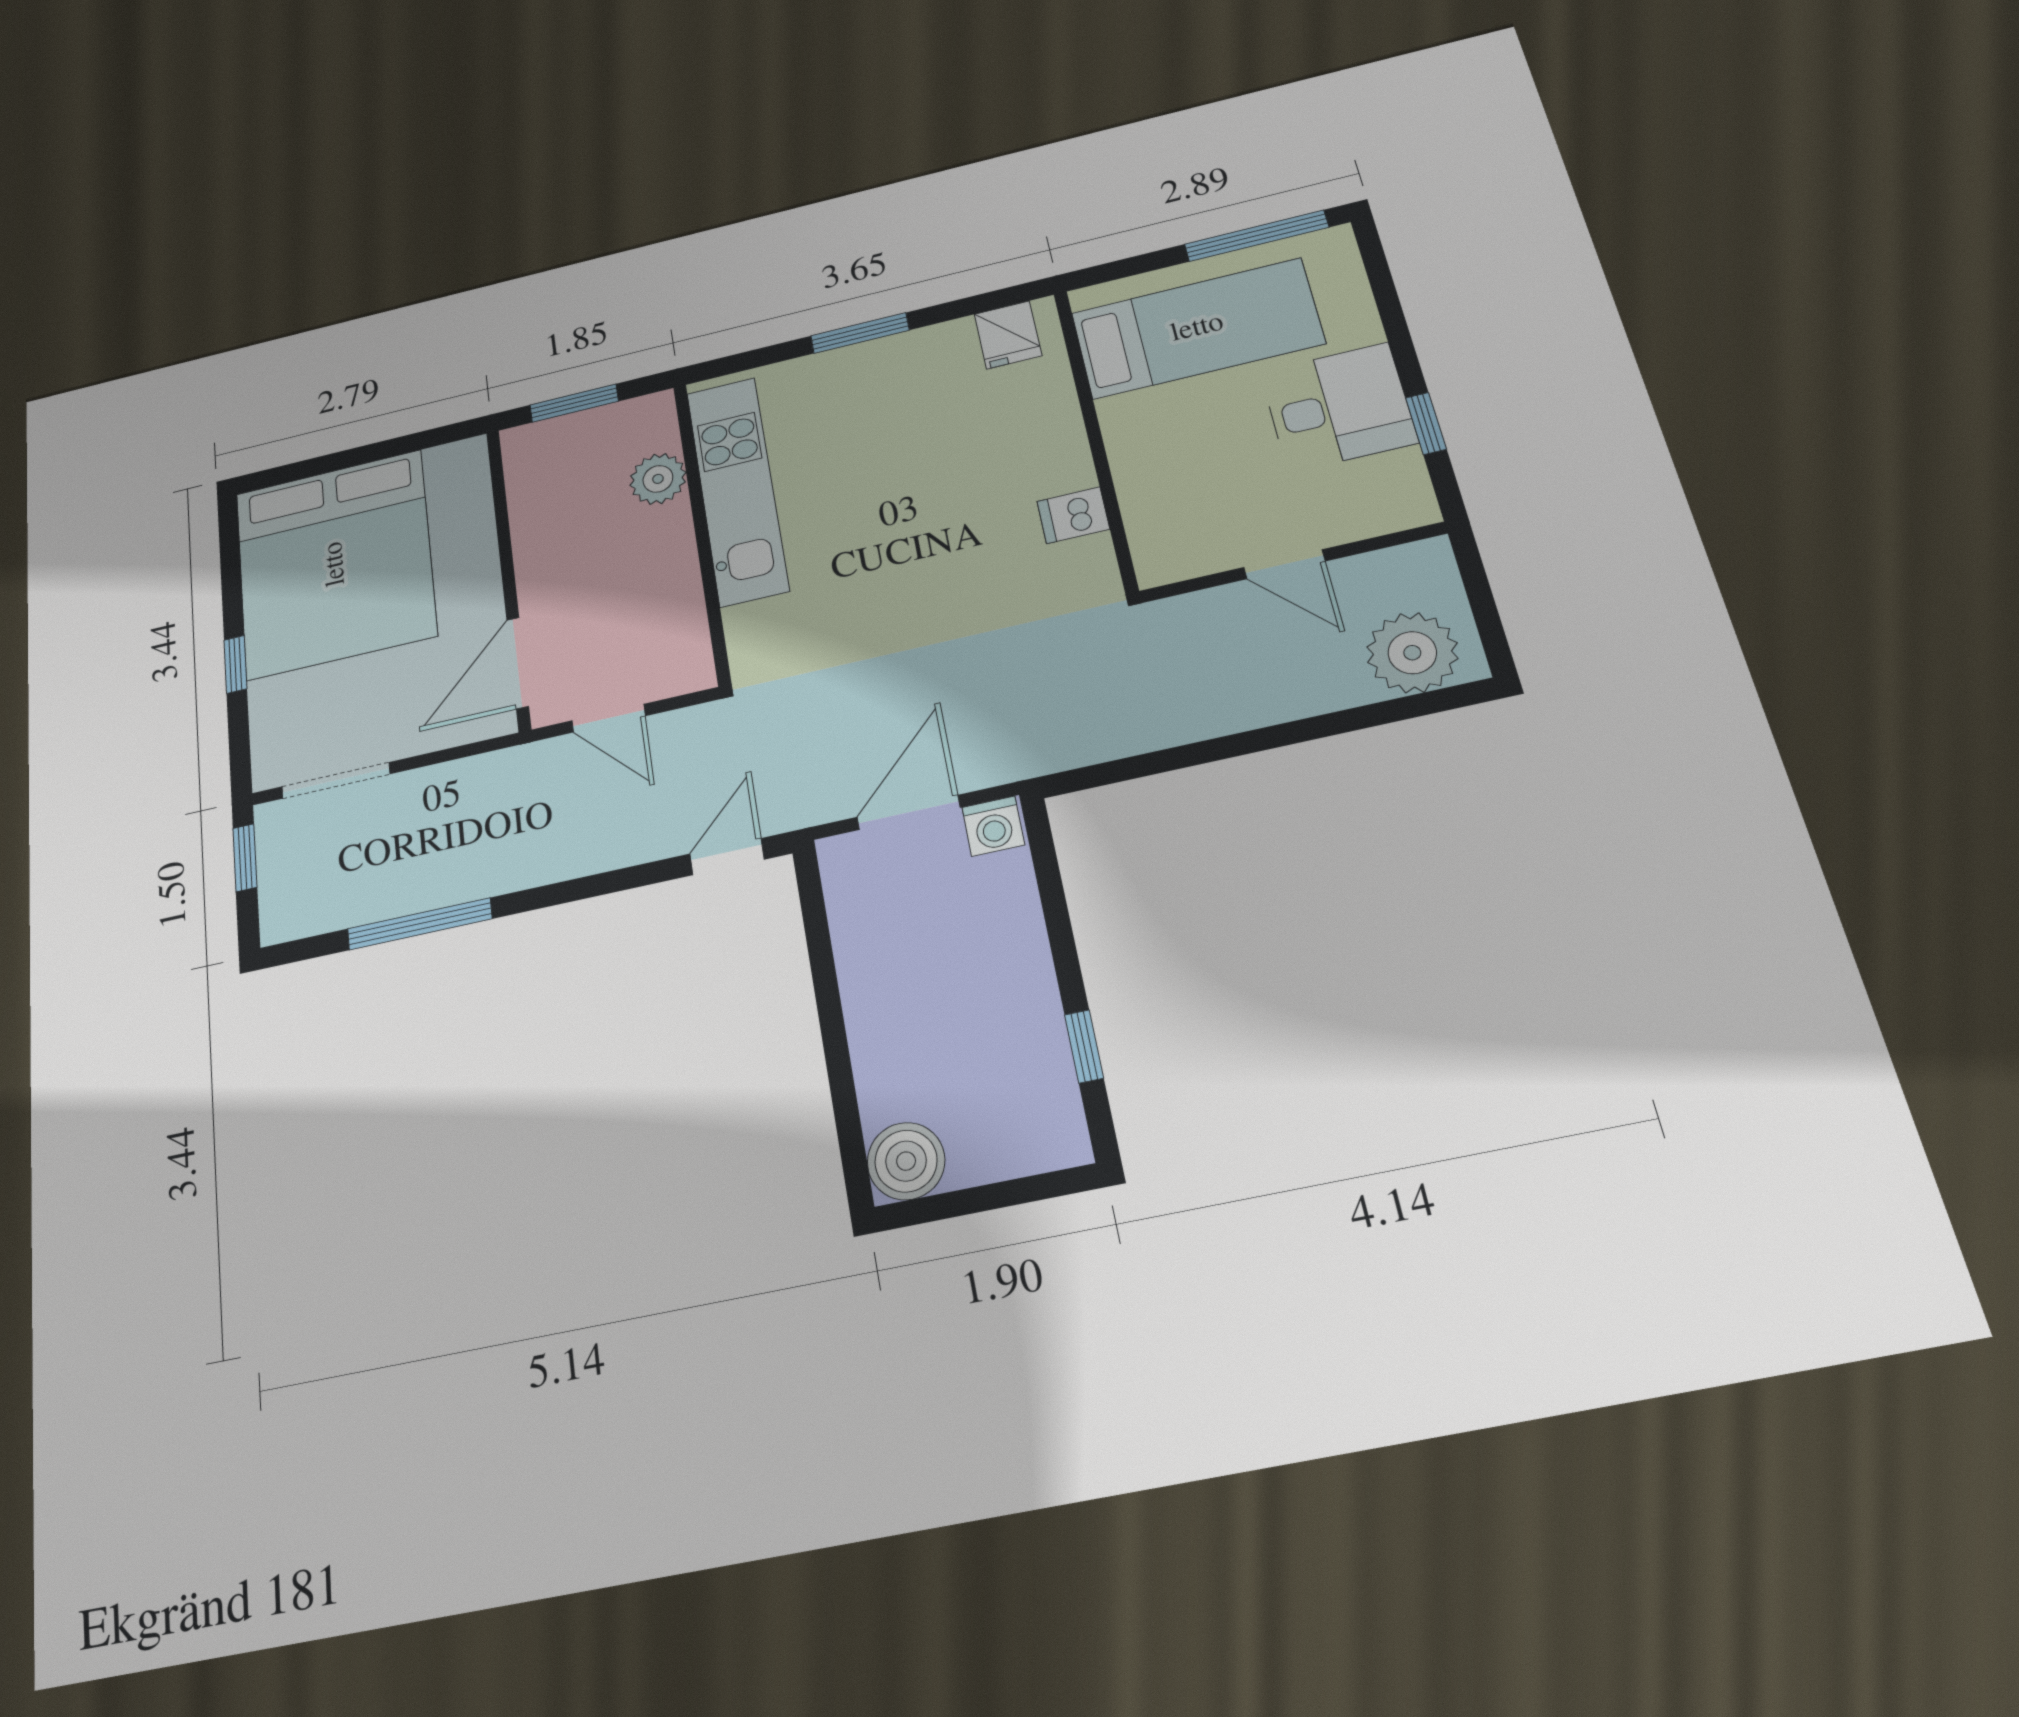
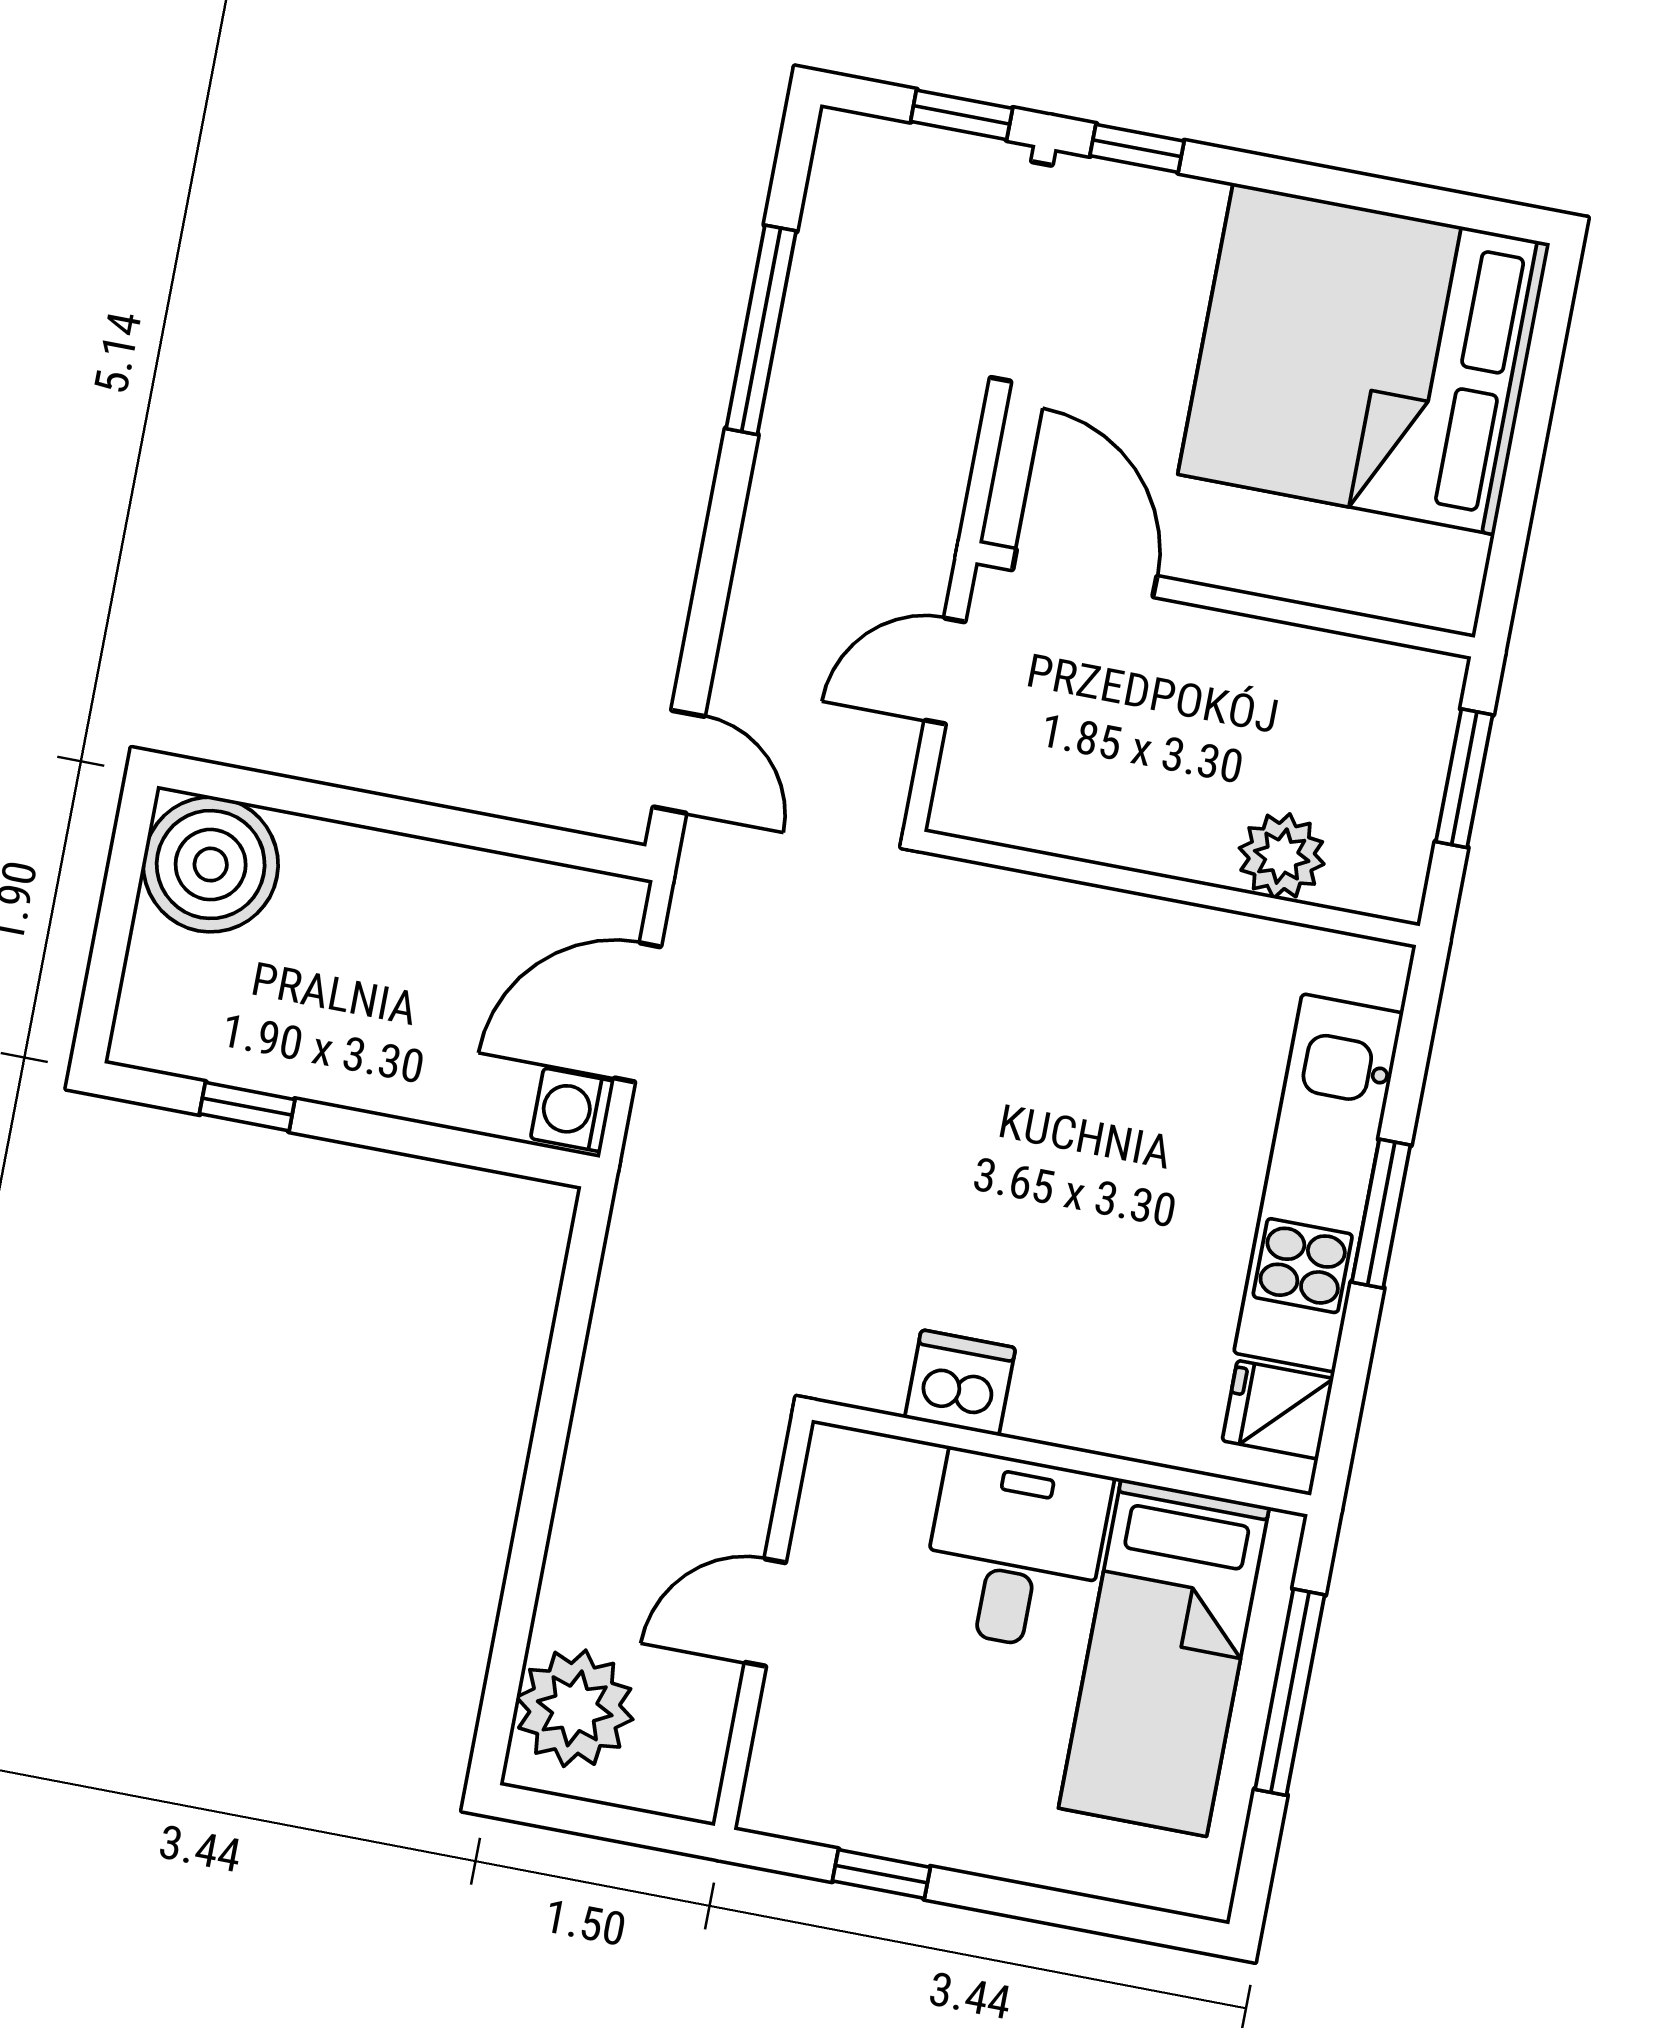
window: (1256, 236) -> (1290, 1692), moved
desk: (1338, 407) -> (1015, 1551), moved, turned 180
kitchen unit: (737, 490) -> (1318, 1183), moved, turned 90
dishwasher: (1073, 515) -> (960, 1383), width x1.38
window: (235, 664) -> (1137, 148), moved
doorway: (336, 780) -> (1021, 271), width x1.36
door: (909, 812) -> (637, 1012), swing flipped
boiler: (906, 1161) -> (211, 865), width x1.37, depth x1.37

